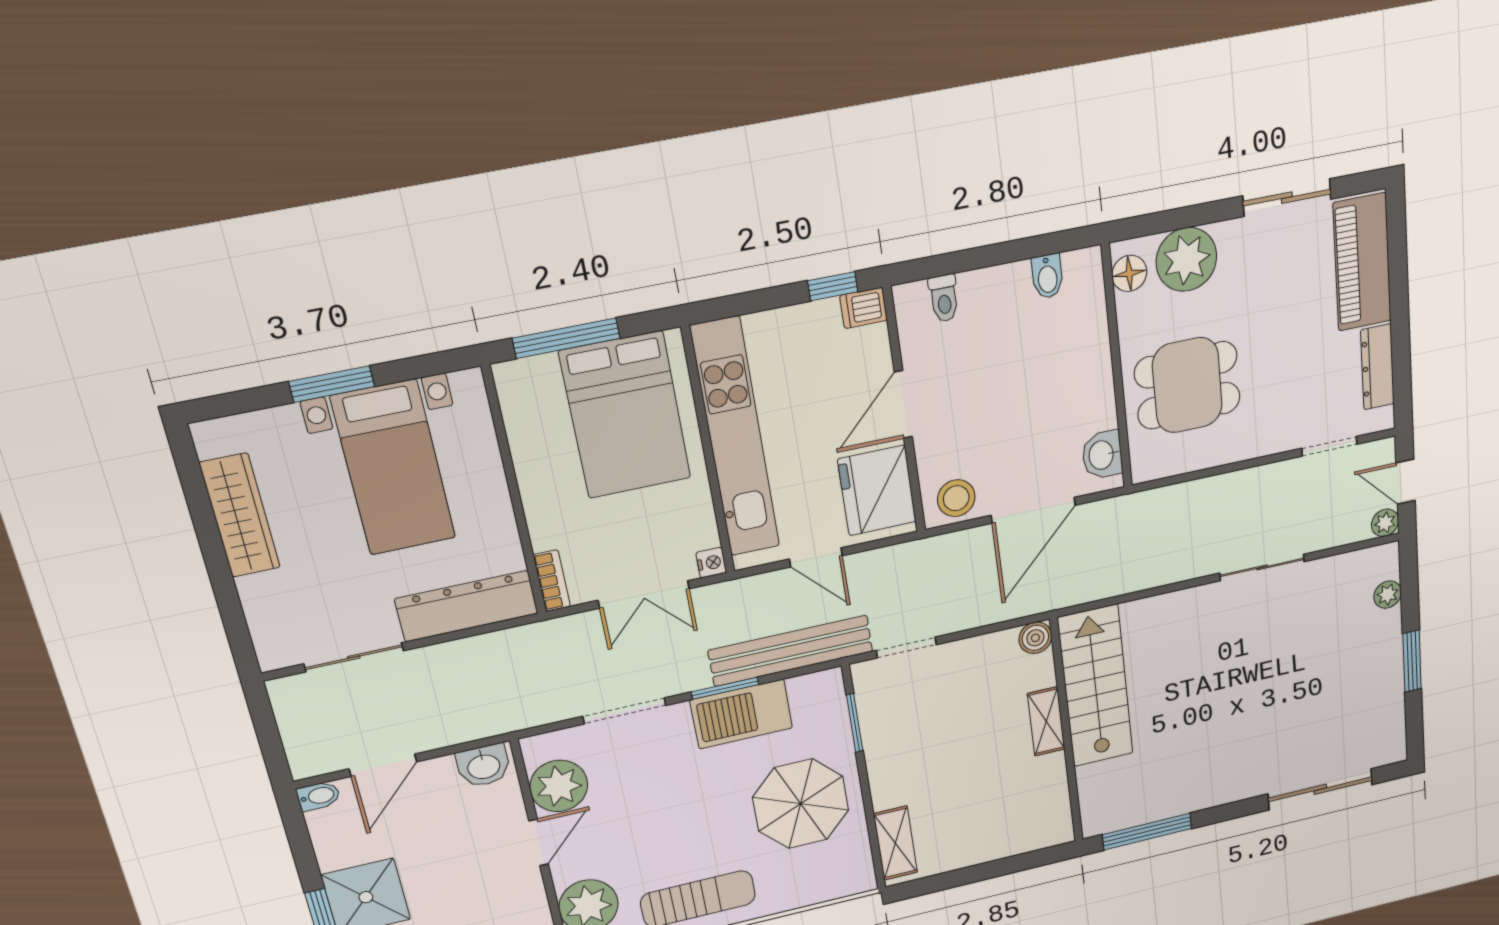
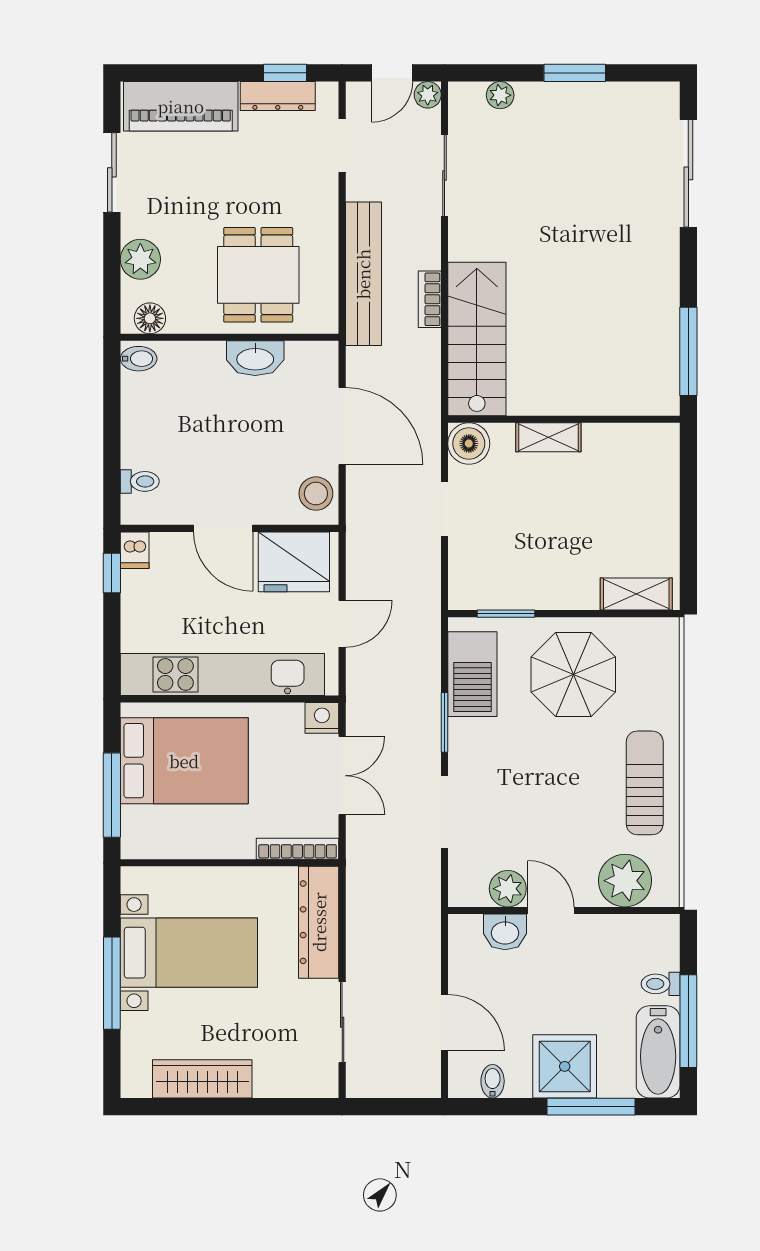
plant: (1186, 259) -> (140, 259), width x0.73, depth x0.73
bidet: (1047, 276) -> (139, 359), moved
window: (1402, 370) -> (285, 73), added
window: (332, 384) -> (112, 983), width x1.44
washbasin: (1102, 455) -> (255, 358), moved, width x1.38
nightstand: (711, 563) -> (322, 718), width x1.39, depth x1.35
sliding door: (1262, 567) -> (444, 175), moved
bookcase: (1177, 571) -> (430, 299), added
bookcase: (552, 581) -> (298, 849), width x1.56
boiler: (1035, 638) -> (469, 444), width x1.36, depth x1.36
doorway: (906, 647) -> (444, 509), moved
bench: (791, 651) -> (363, 274), moved
stairs: (1096, 686) -> (477, 339), moved, turned 90
barbecue: (741, 714) -> (472, 674), moved
washbasin: (484, 766) -> (505, 932), moved, turned 90
plant: (559, 786) -> (508, 889), width x0.73, depth x0.73
bidet: (318, 796) -> (493, 1081), moved

